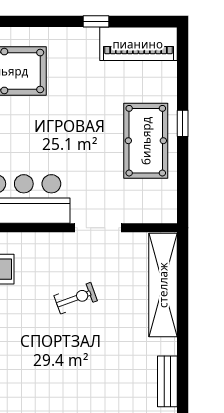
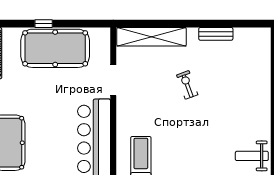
pool table: (146, 141) -> (55, 48), width x1.36, depth x1.32
exercise bike: (76, 298) -> (187, 85), moved

